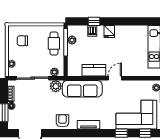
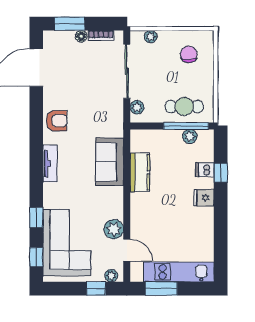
door: (115, 78) -> (127, 250), moved
plant: (56, 86) -> (114, 229), moved
sofa: (82, 89) -> (110, 162), width x0.73

